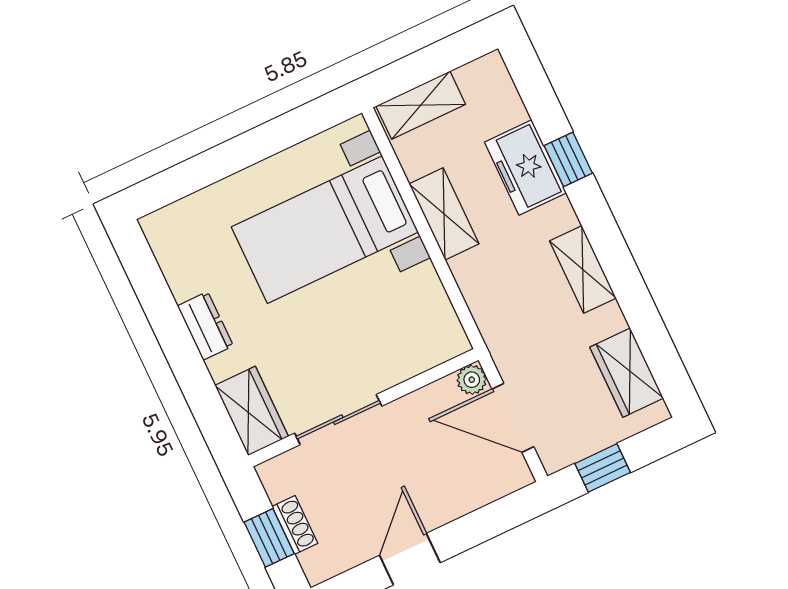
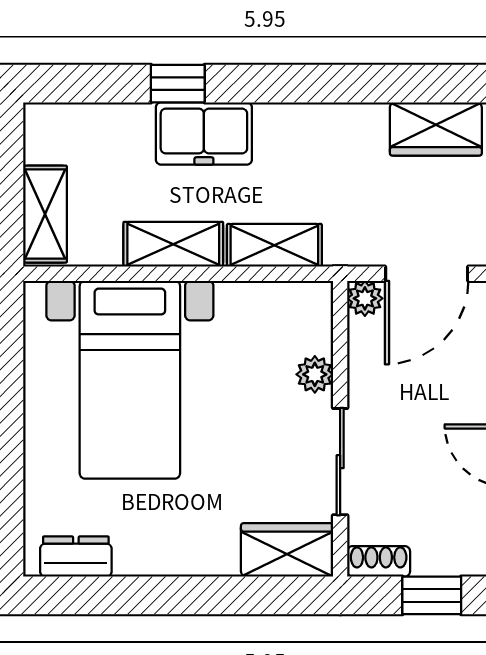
freezer: (525, 167) -> (204, 134), moved
shelving: (583, 269) -> (274, 245), moved
dresser: (205, 326) -> (76, 556), moved
plant: (396, 369) -> (315, 374), added
shoe rack: (295, 525) -> (379, 561), moved

